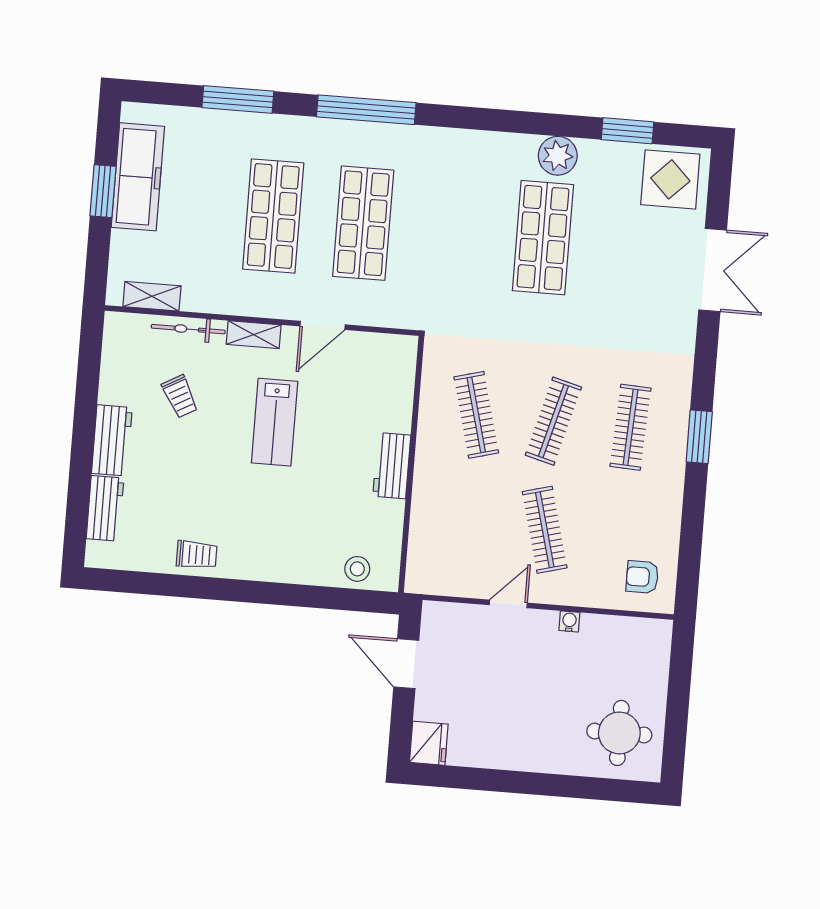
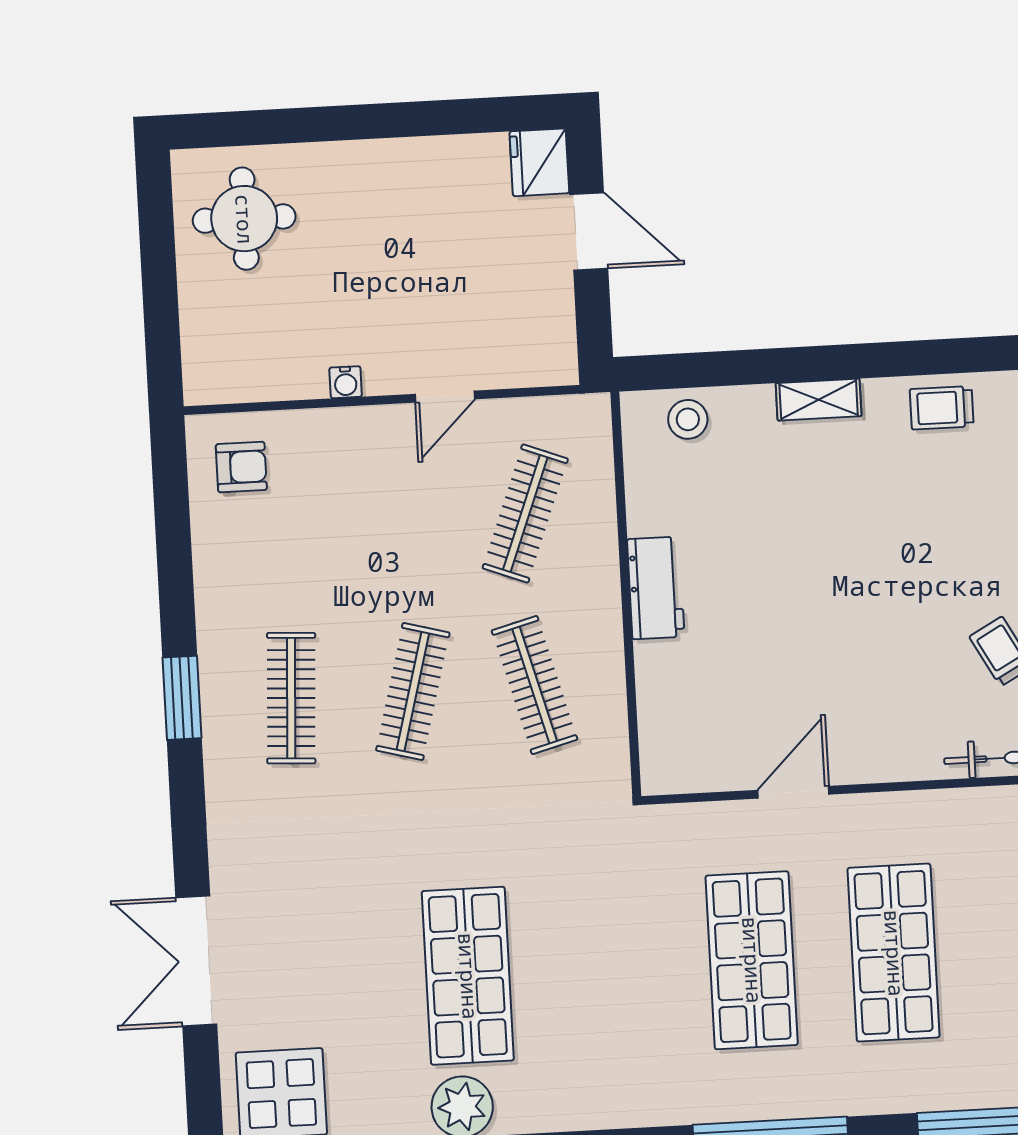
shelving: (254, 335) -> (819, 400), moved
lab bench: (275, 422) -> (848, 631), removed
clothes rail: (545, 530) -> (525, 514), moved, turned 36
door: (406, 664) -> (589, 231), moved

